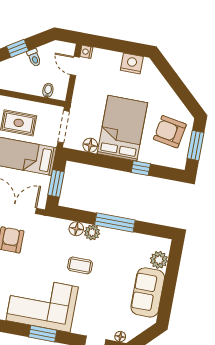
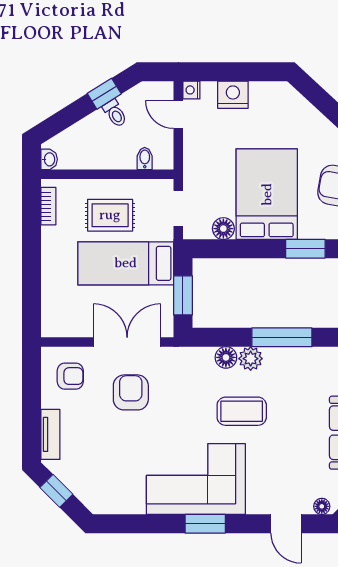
window: (18, 48) -> (104, 94), moved
nightstand: (132, 63) -> (233, 95), moved
doorway: (64, 127) -> (178, 208), width x0.73
window: (141, 168) -> (305, 249), width x1.50
coffee table: (80, 265) -> (242, 411), width x1.36, depth x1.30

